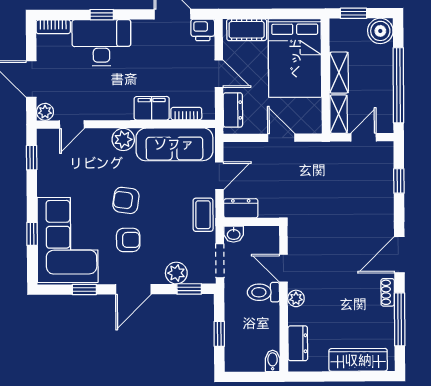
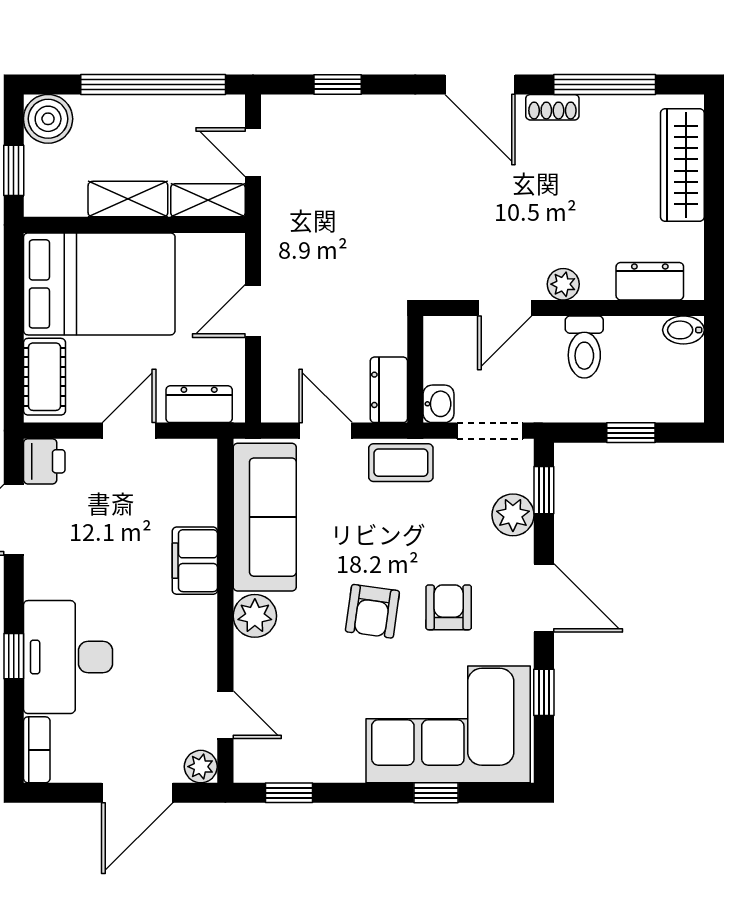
bookcase: (186, 114) -> (206, 494), removed
toilet: (263, 292) -> (584, 347), moved

